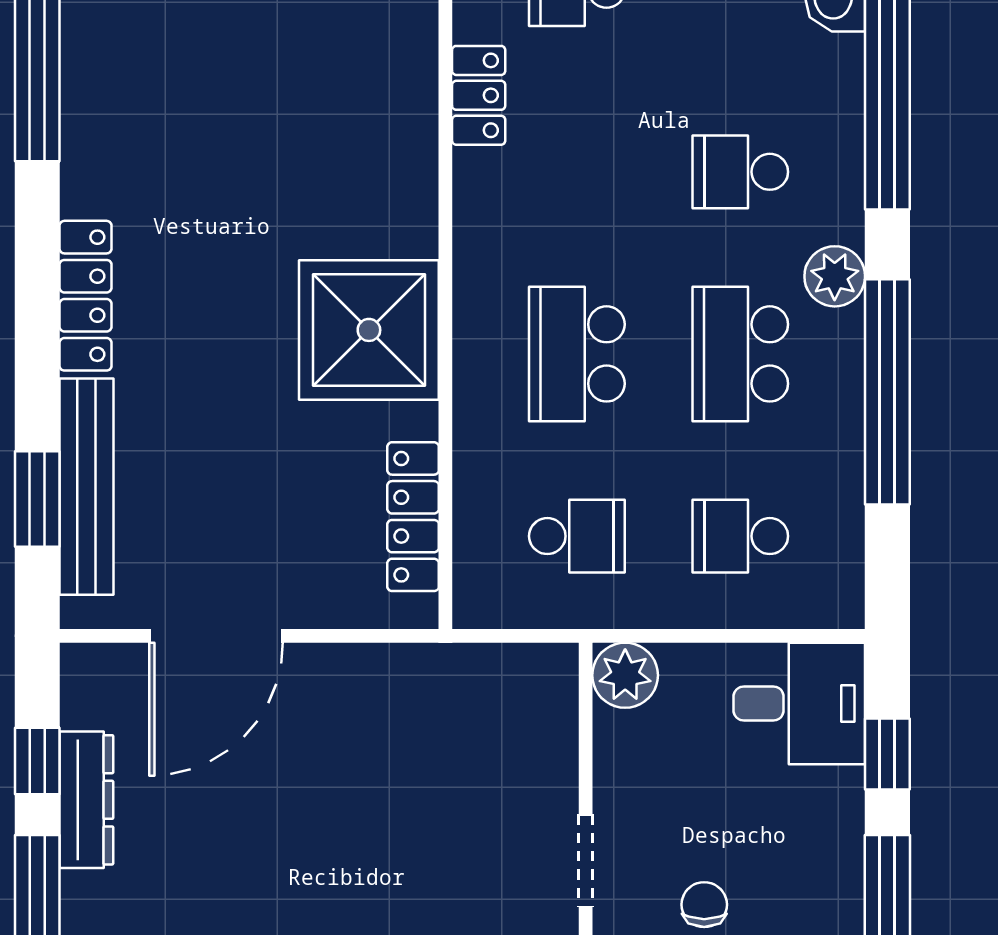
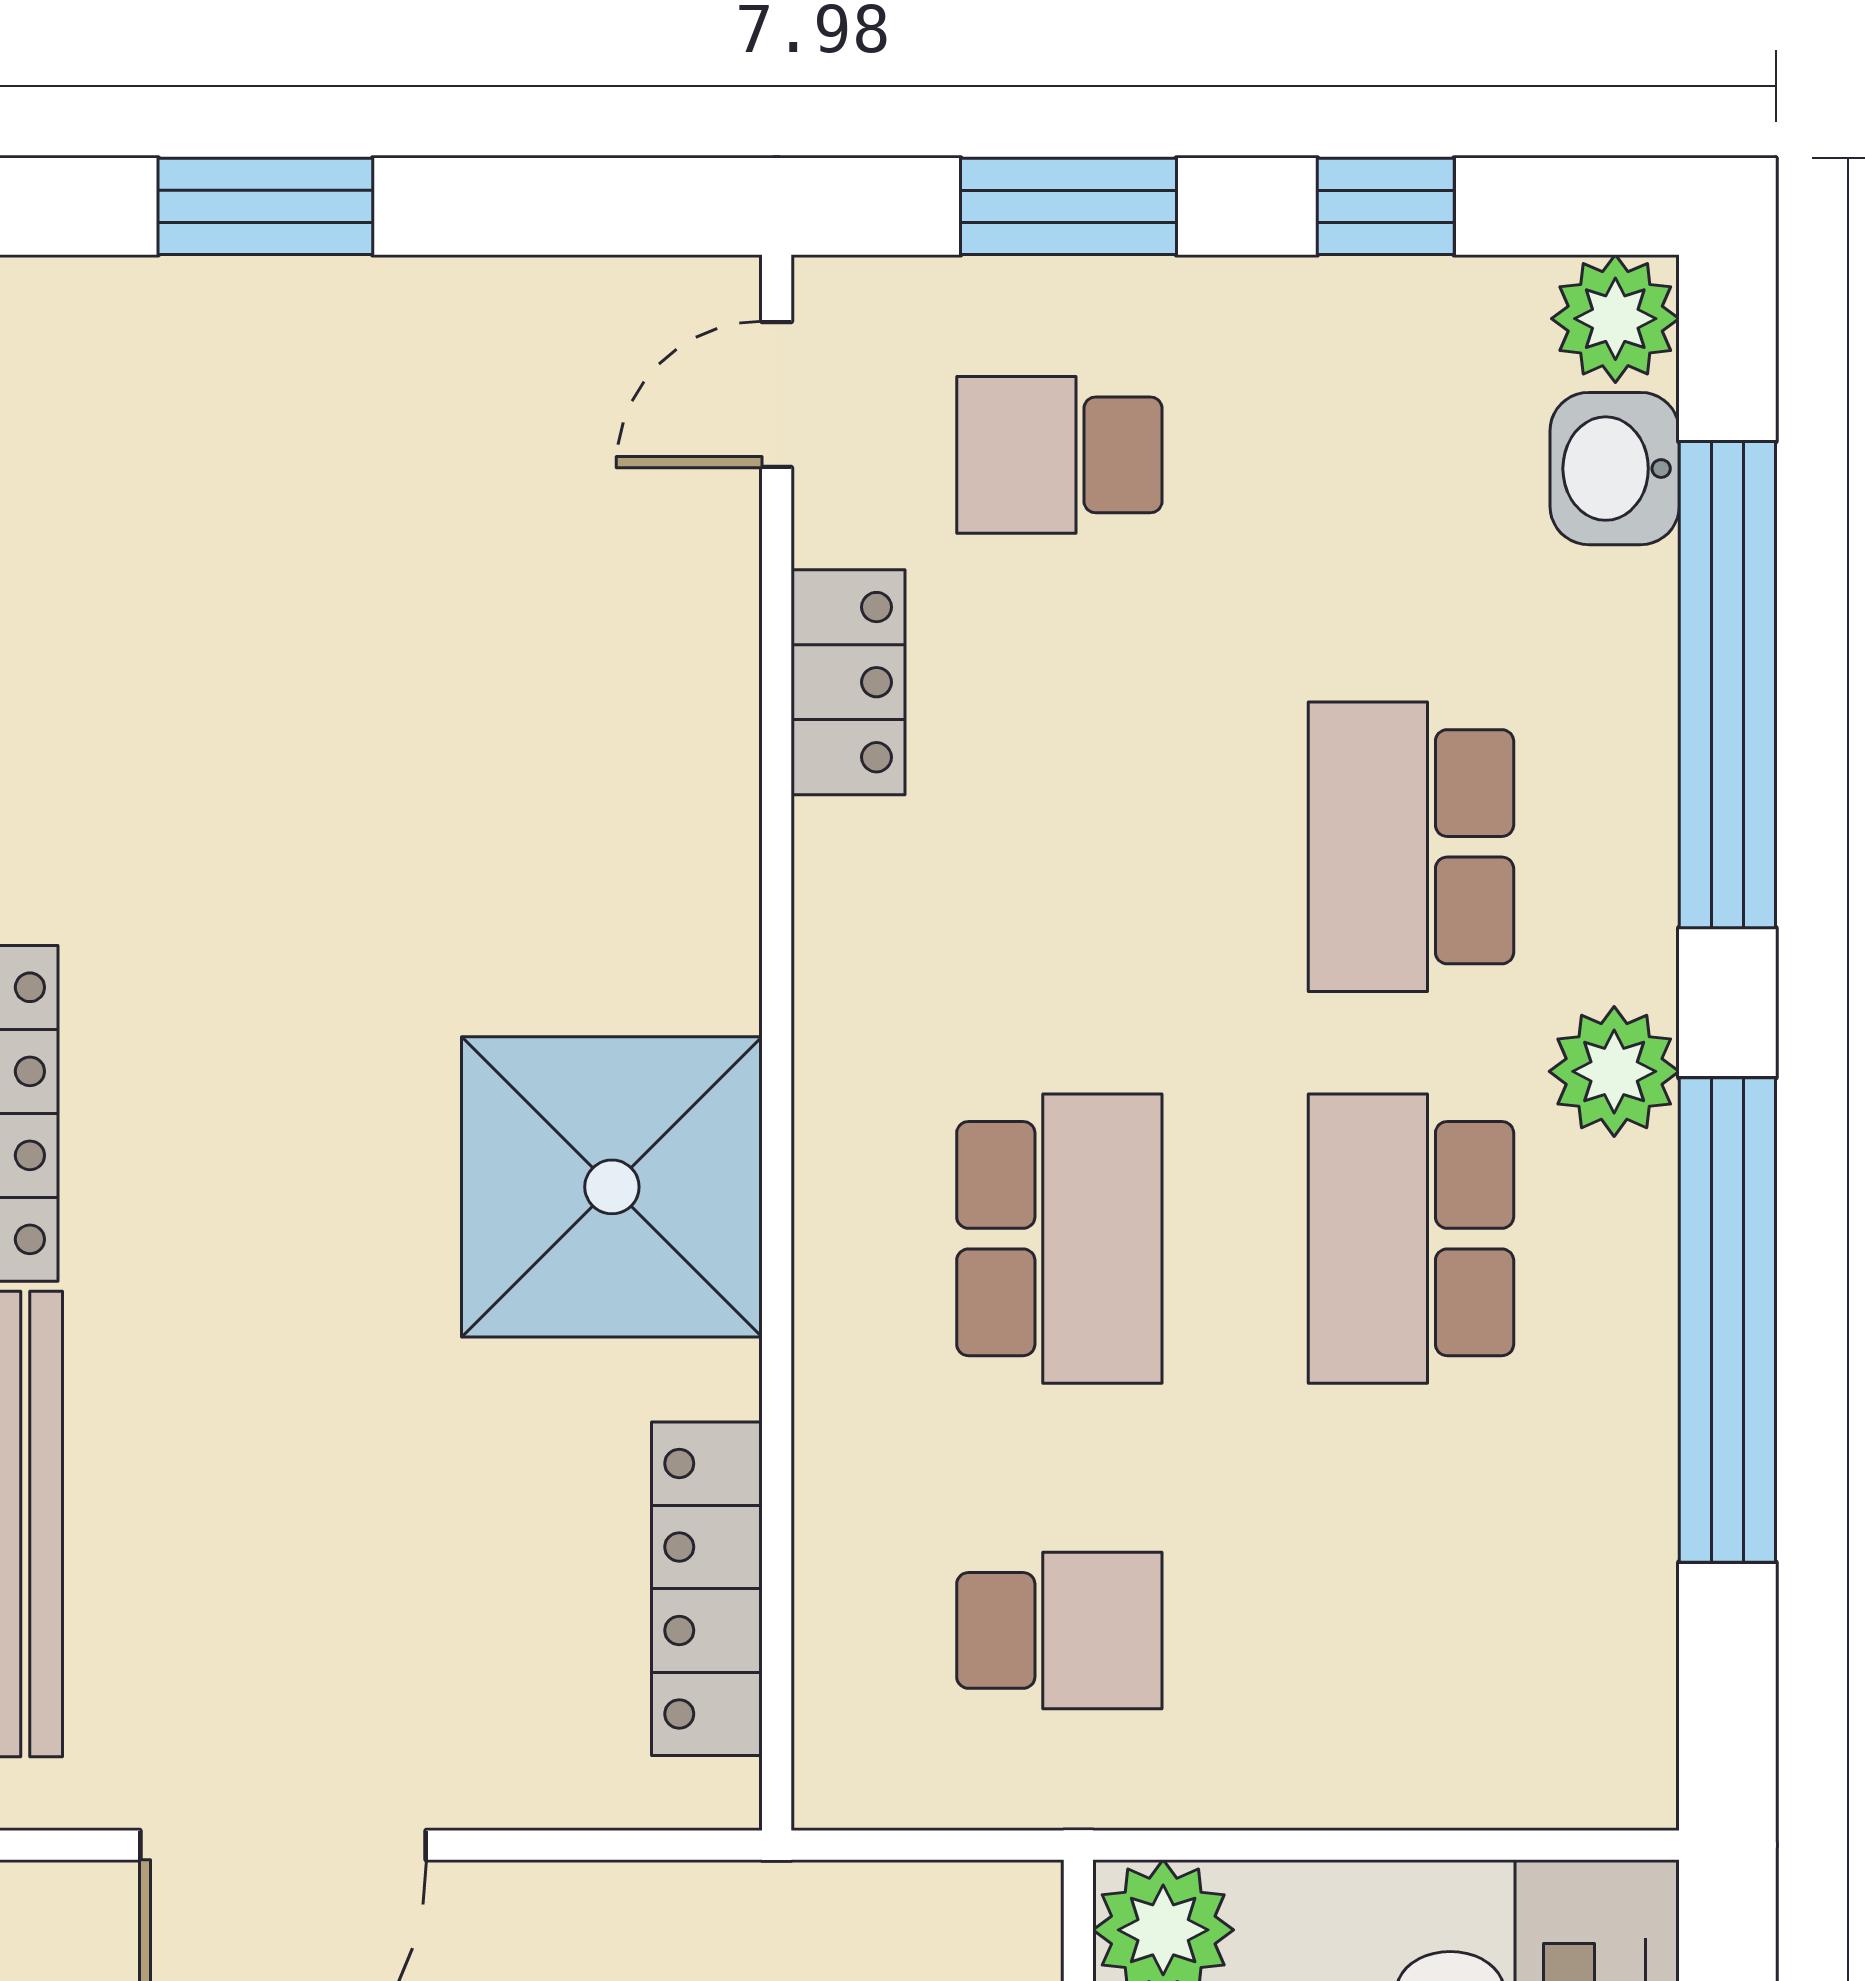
school desk: (740, 172) -> (1411, 847), width x1.85
school desk: (577, 354) -> (1059, 1239), turned 180
school desk: (740, 536) -> (1411, 1630), removed

